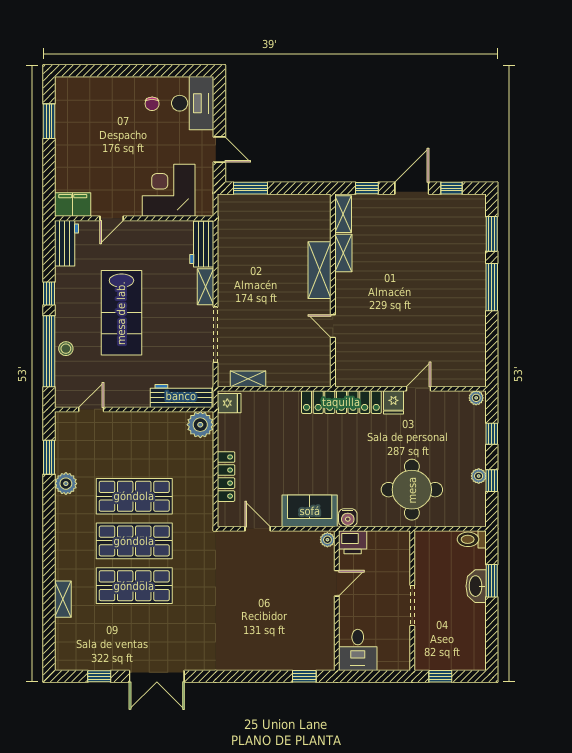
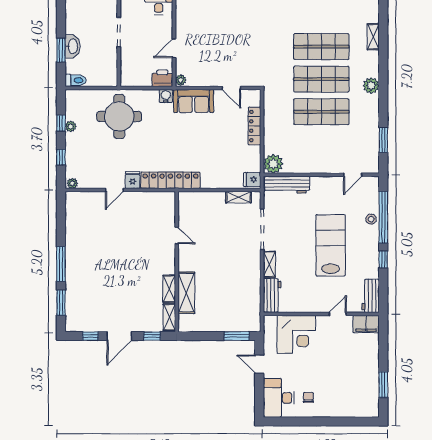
shelving: (320, 270) -> (186, 293), moved
plant: (66, 484) -> (371, 86), moved

